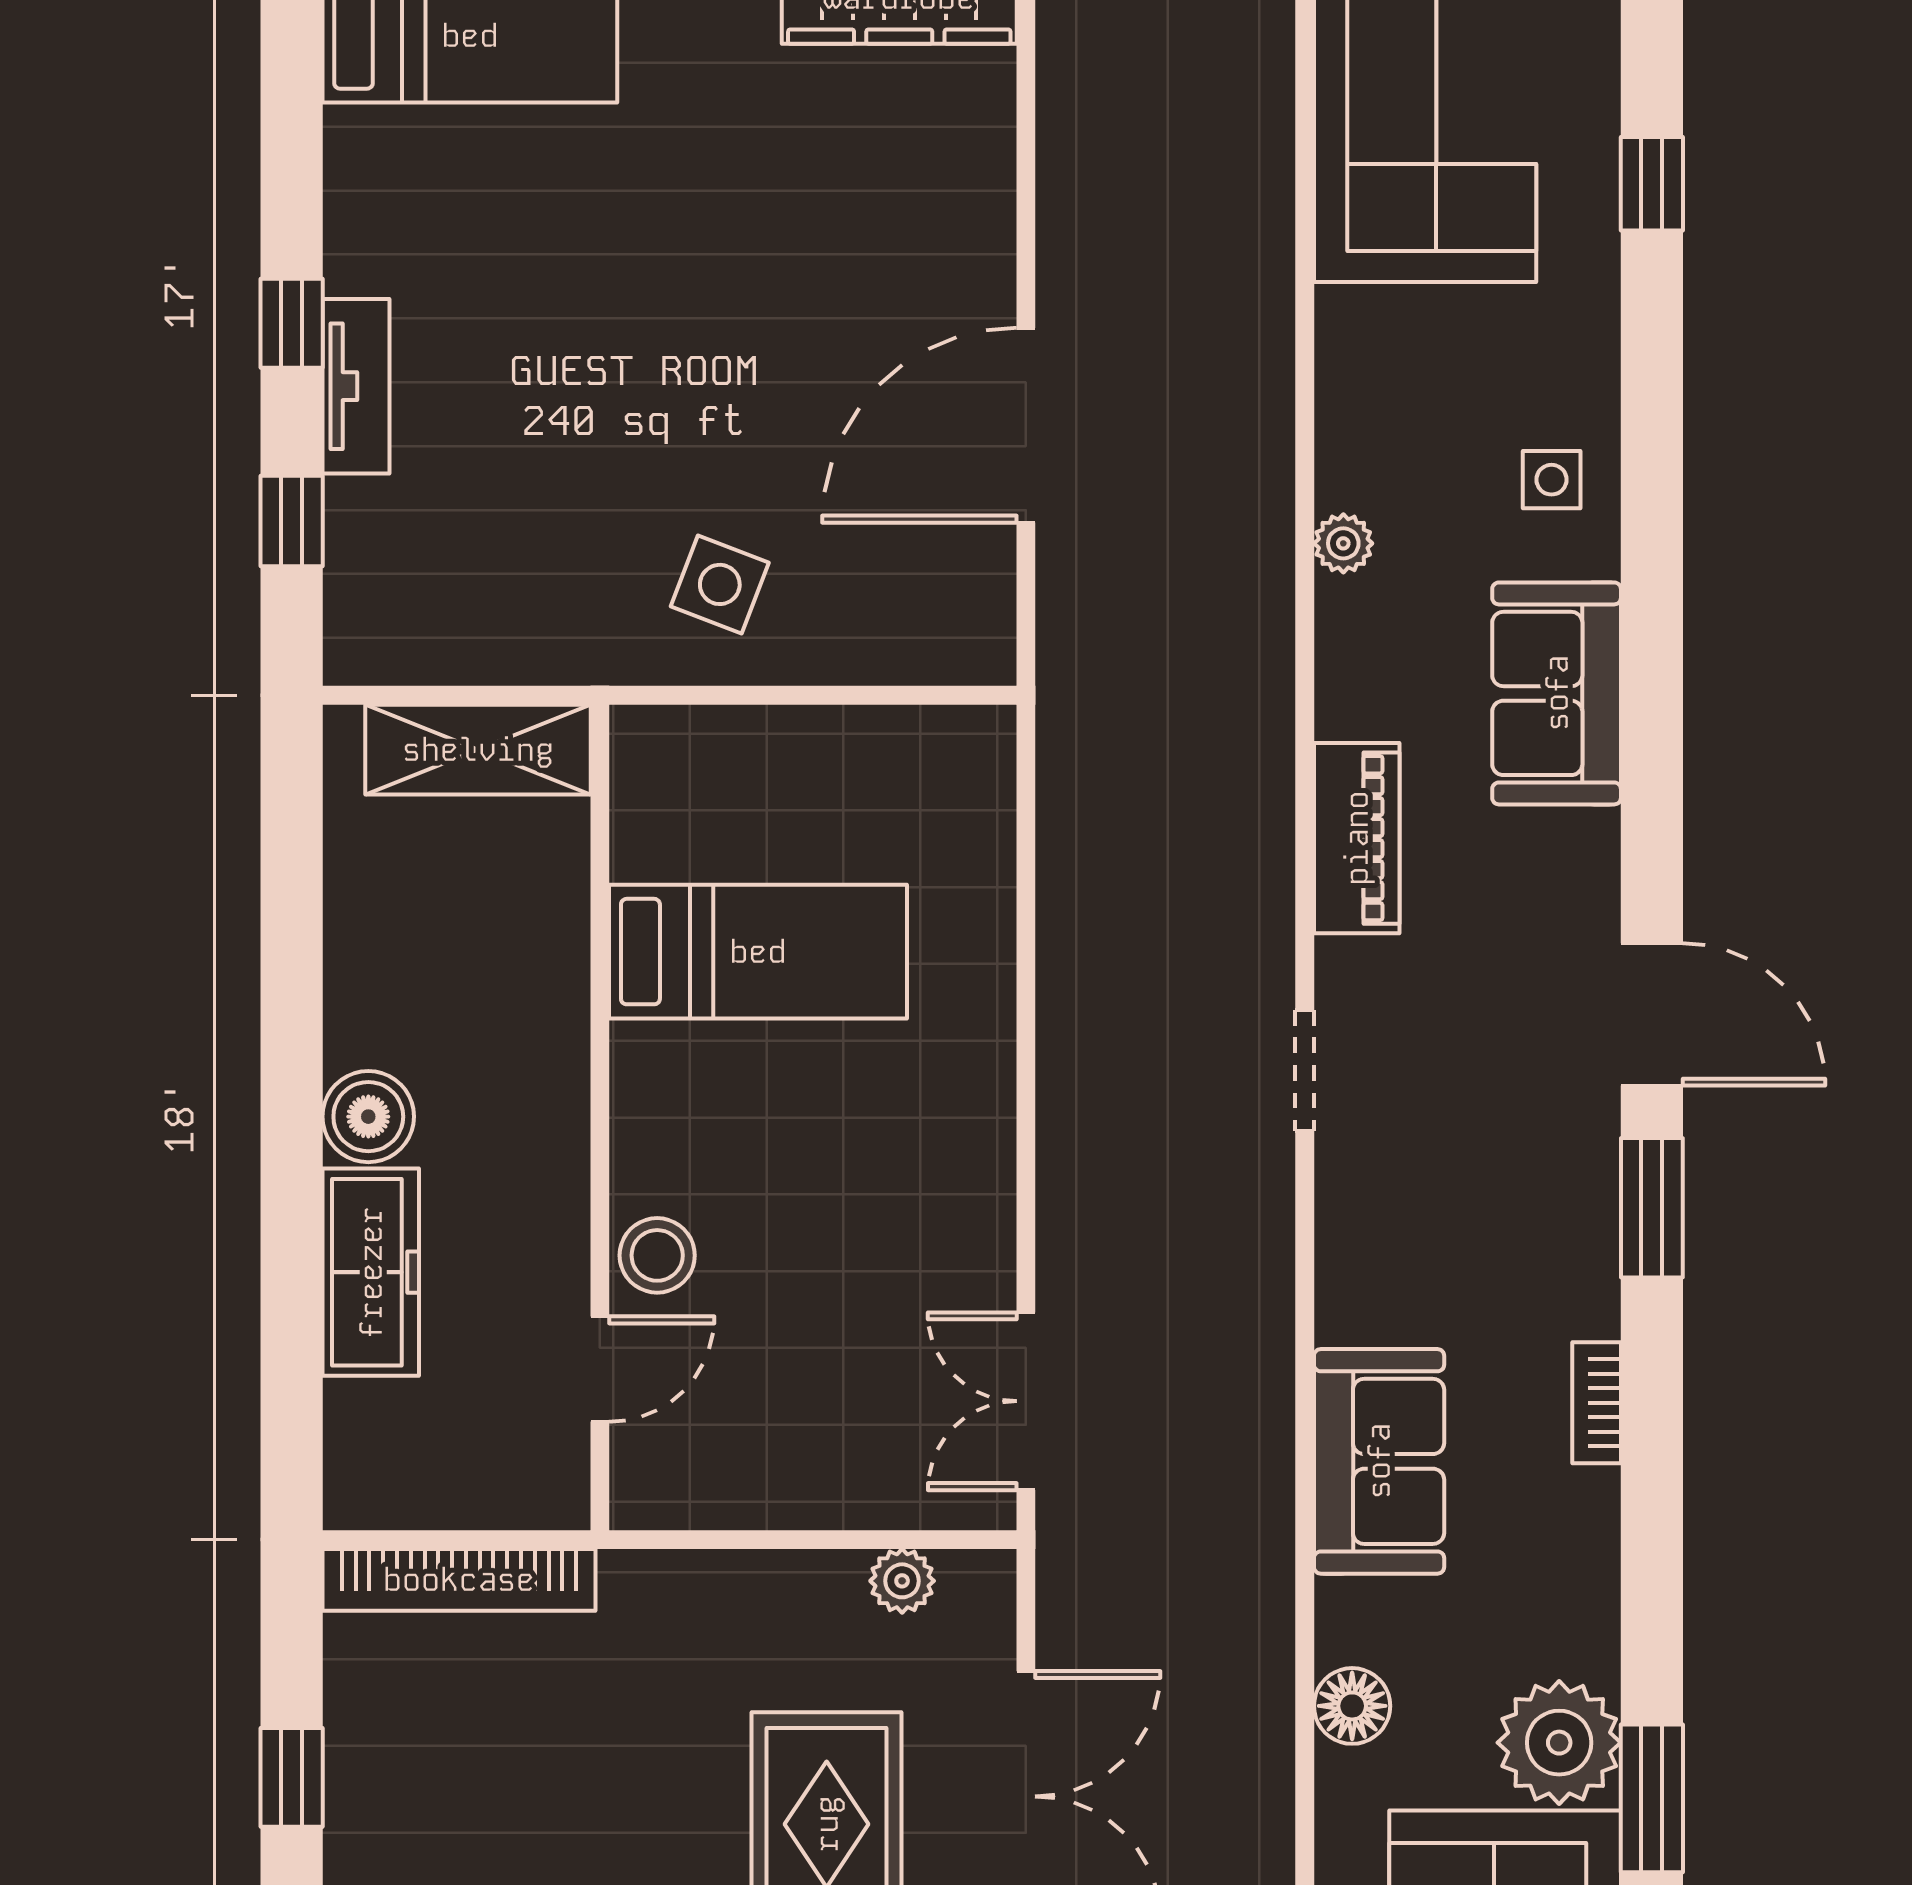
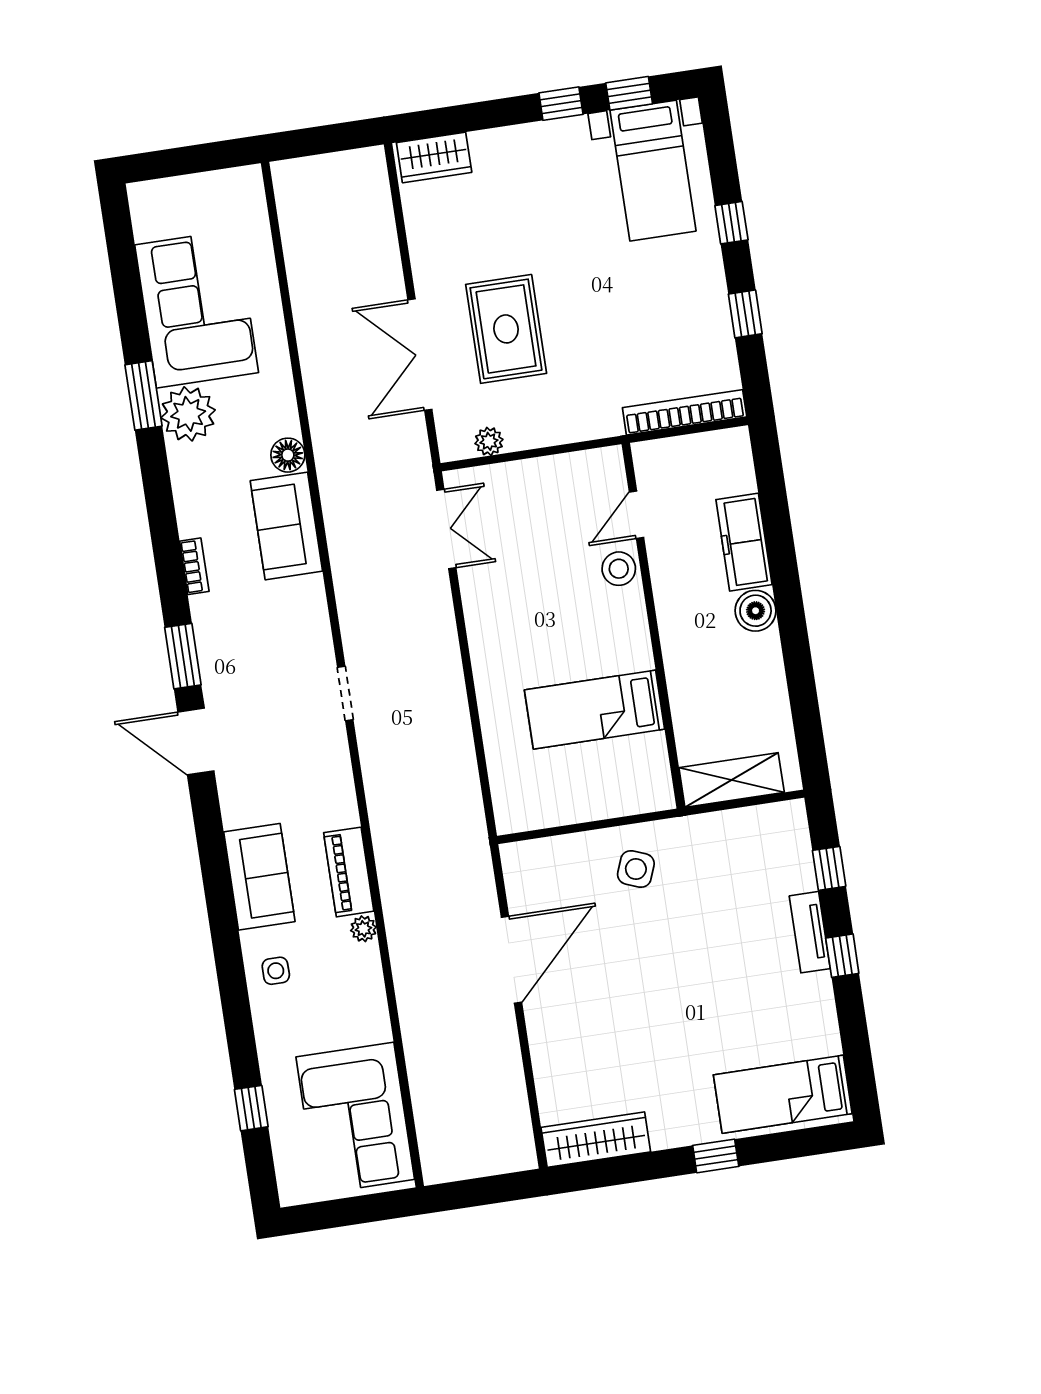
piano: (1357, 838) -> (349, 872), moved
floor lamp: (1352, 1706) -> (288, 455), moved

